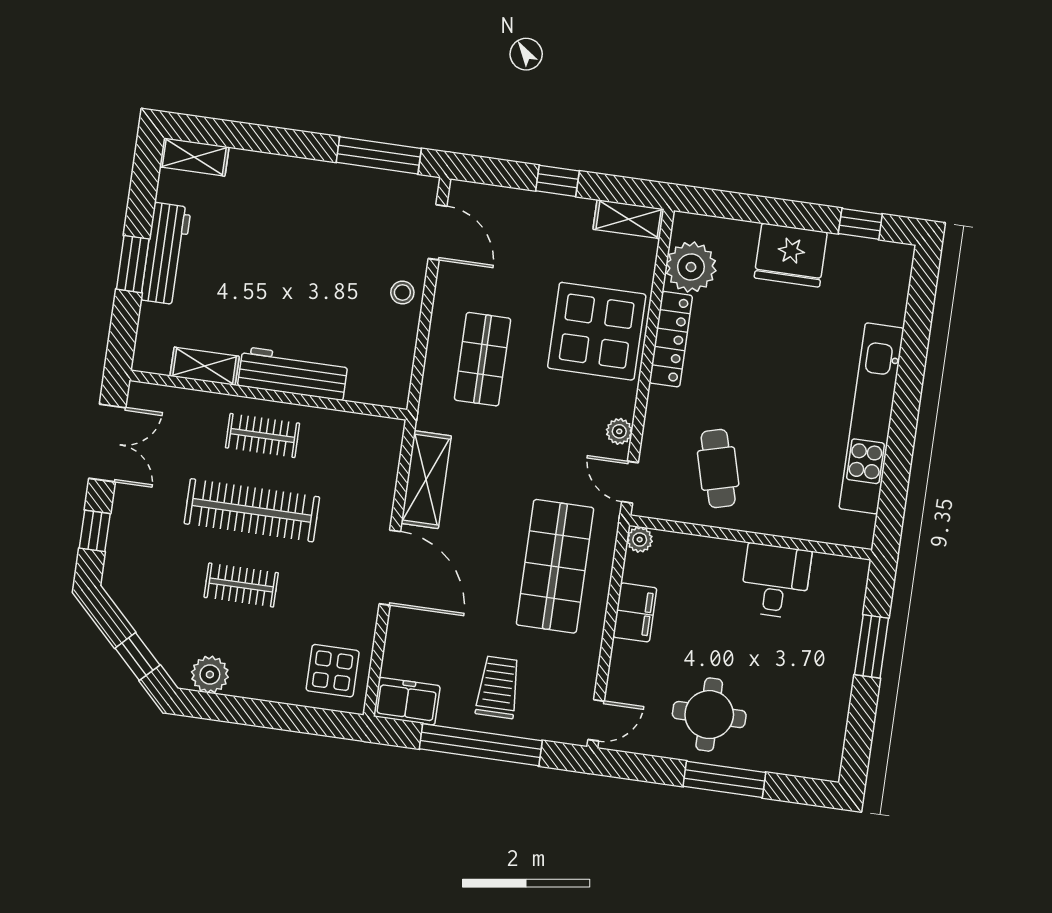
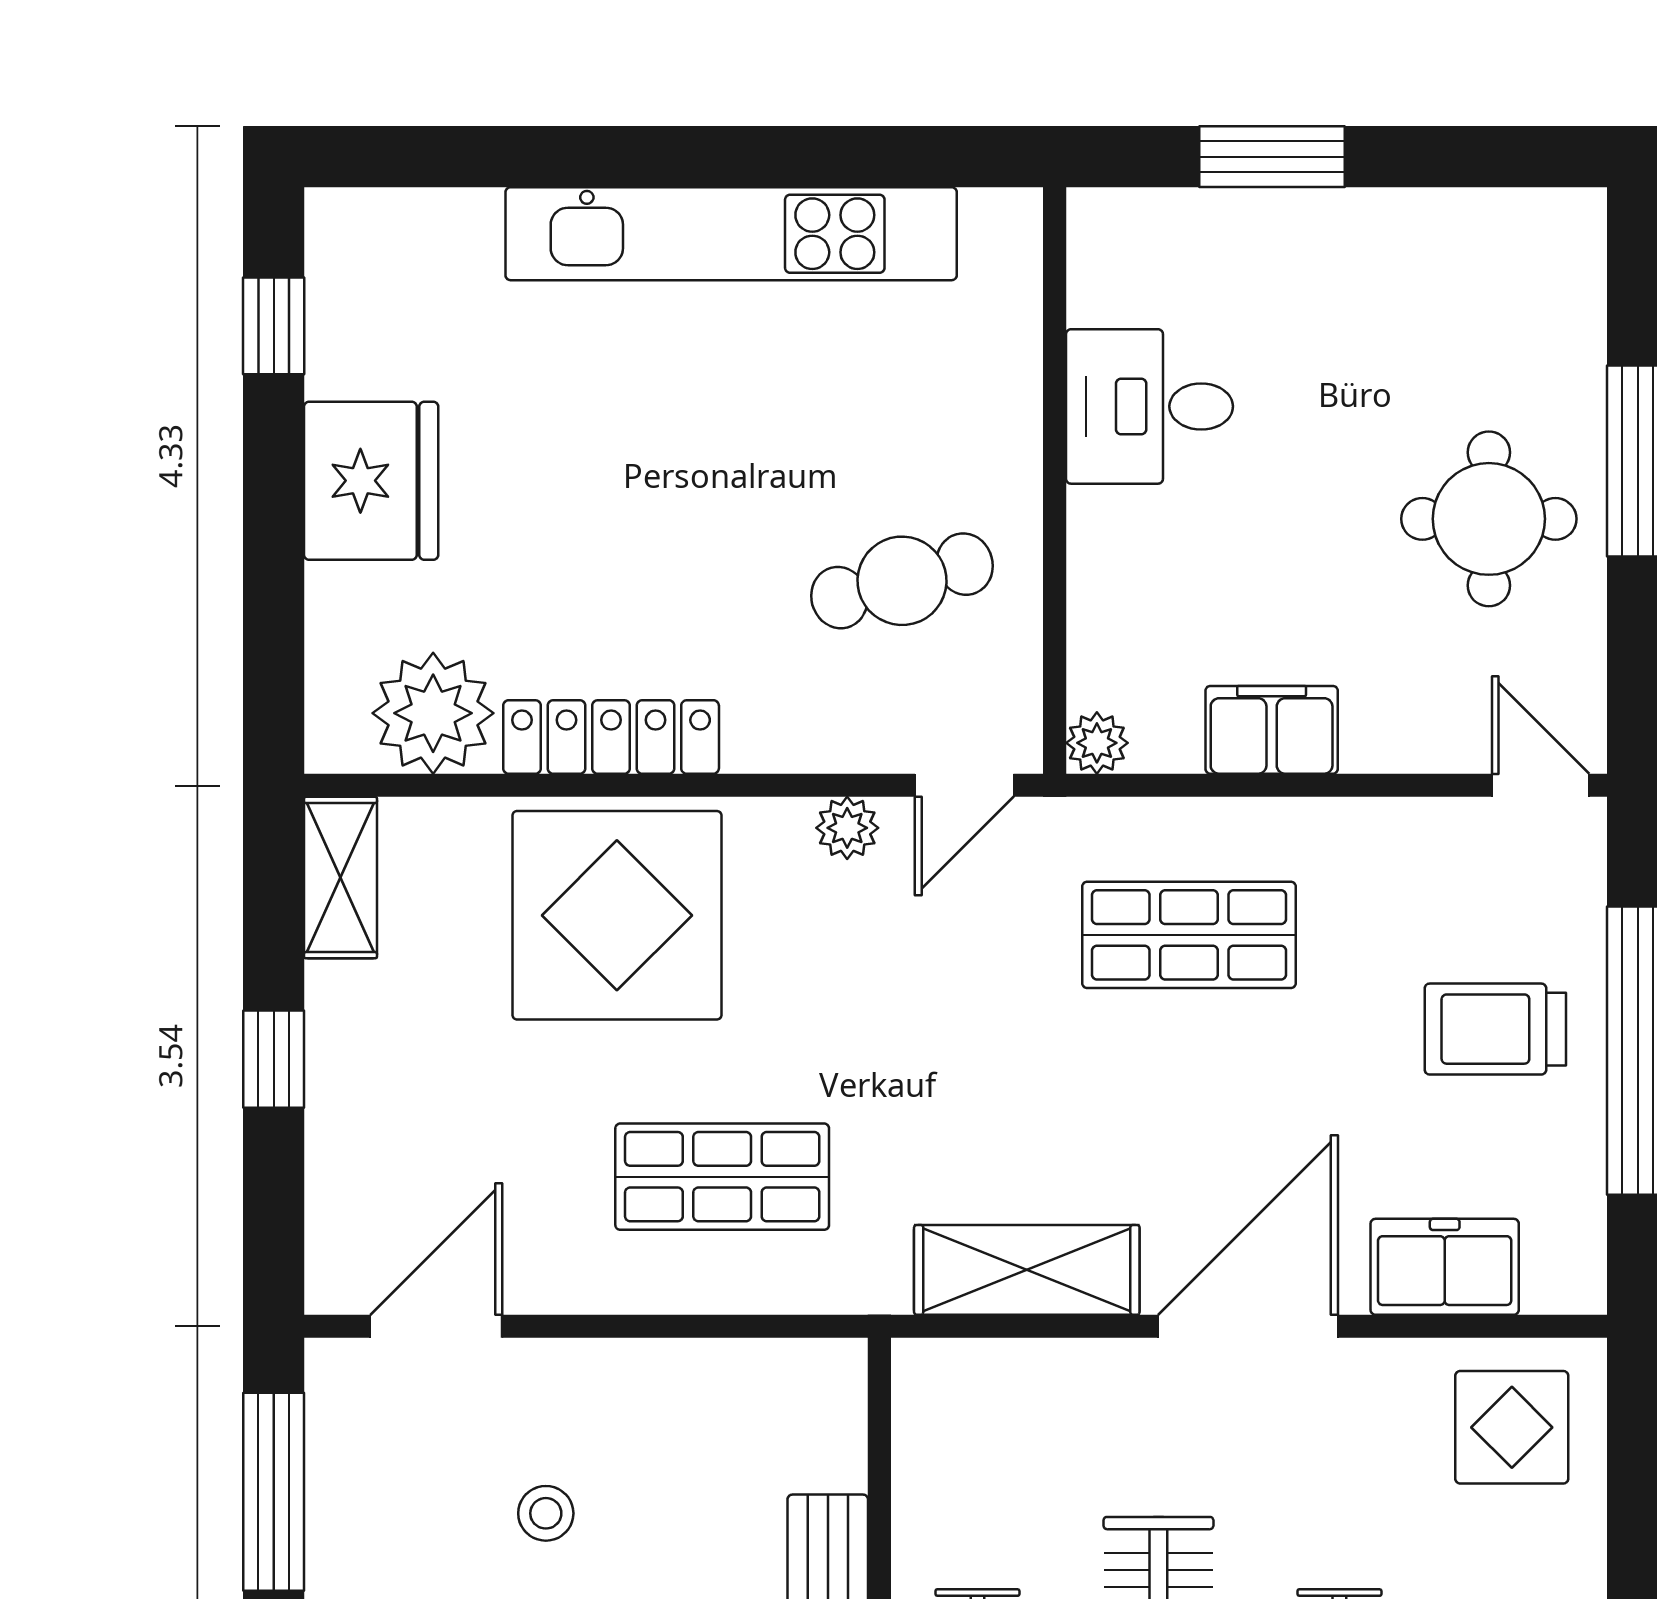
stool: (402, 292) -> (546, 1513), moved
shop shelf: (555, 566) -> (1189, 935), width x0.70, depth x0.74
freezer: (407, 701) -> (1445, 1267), moved, turned 90

